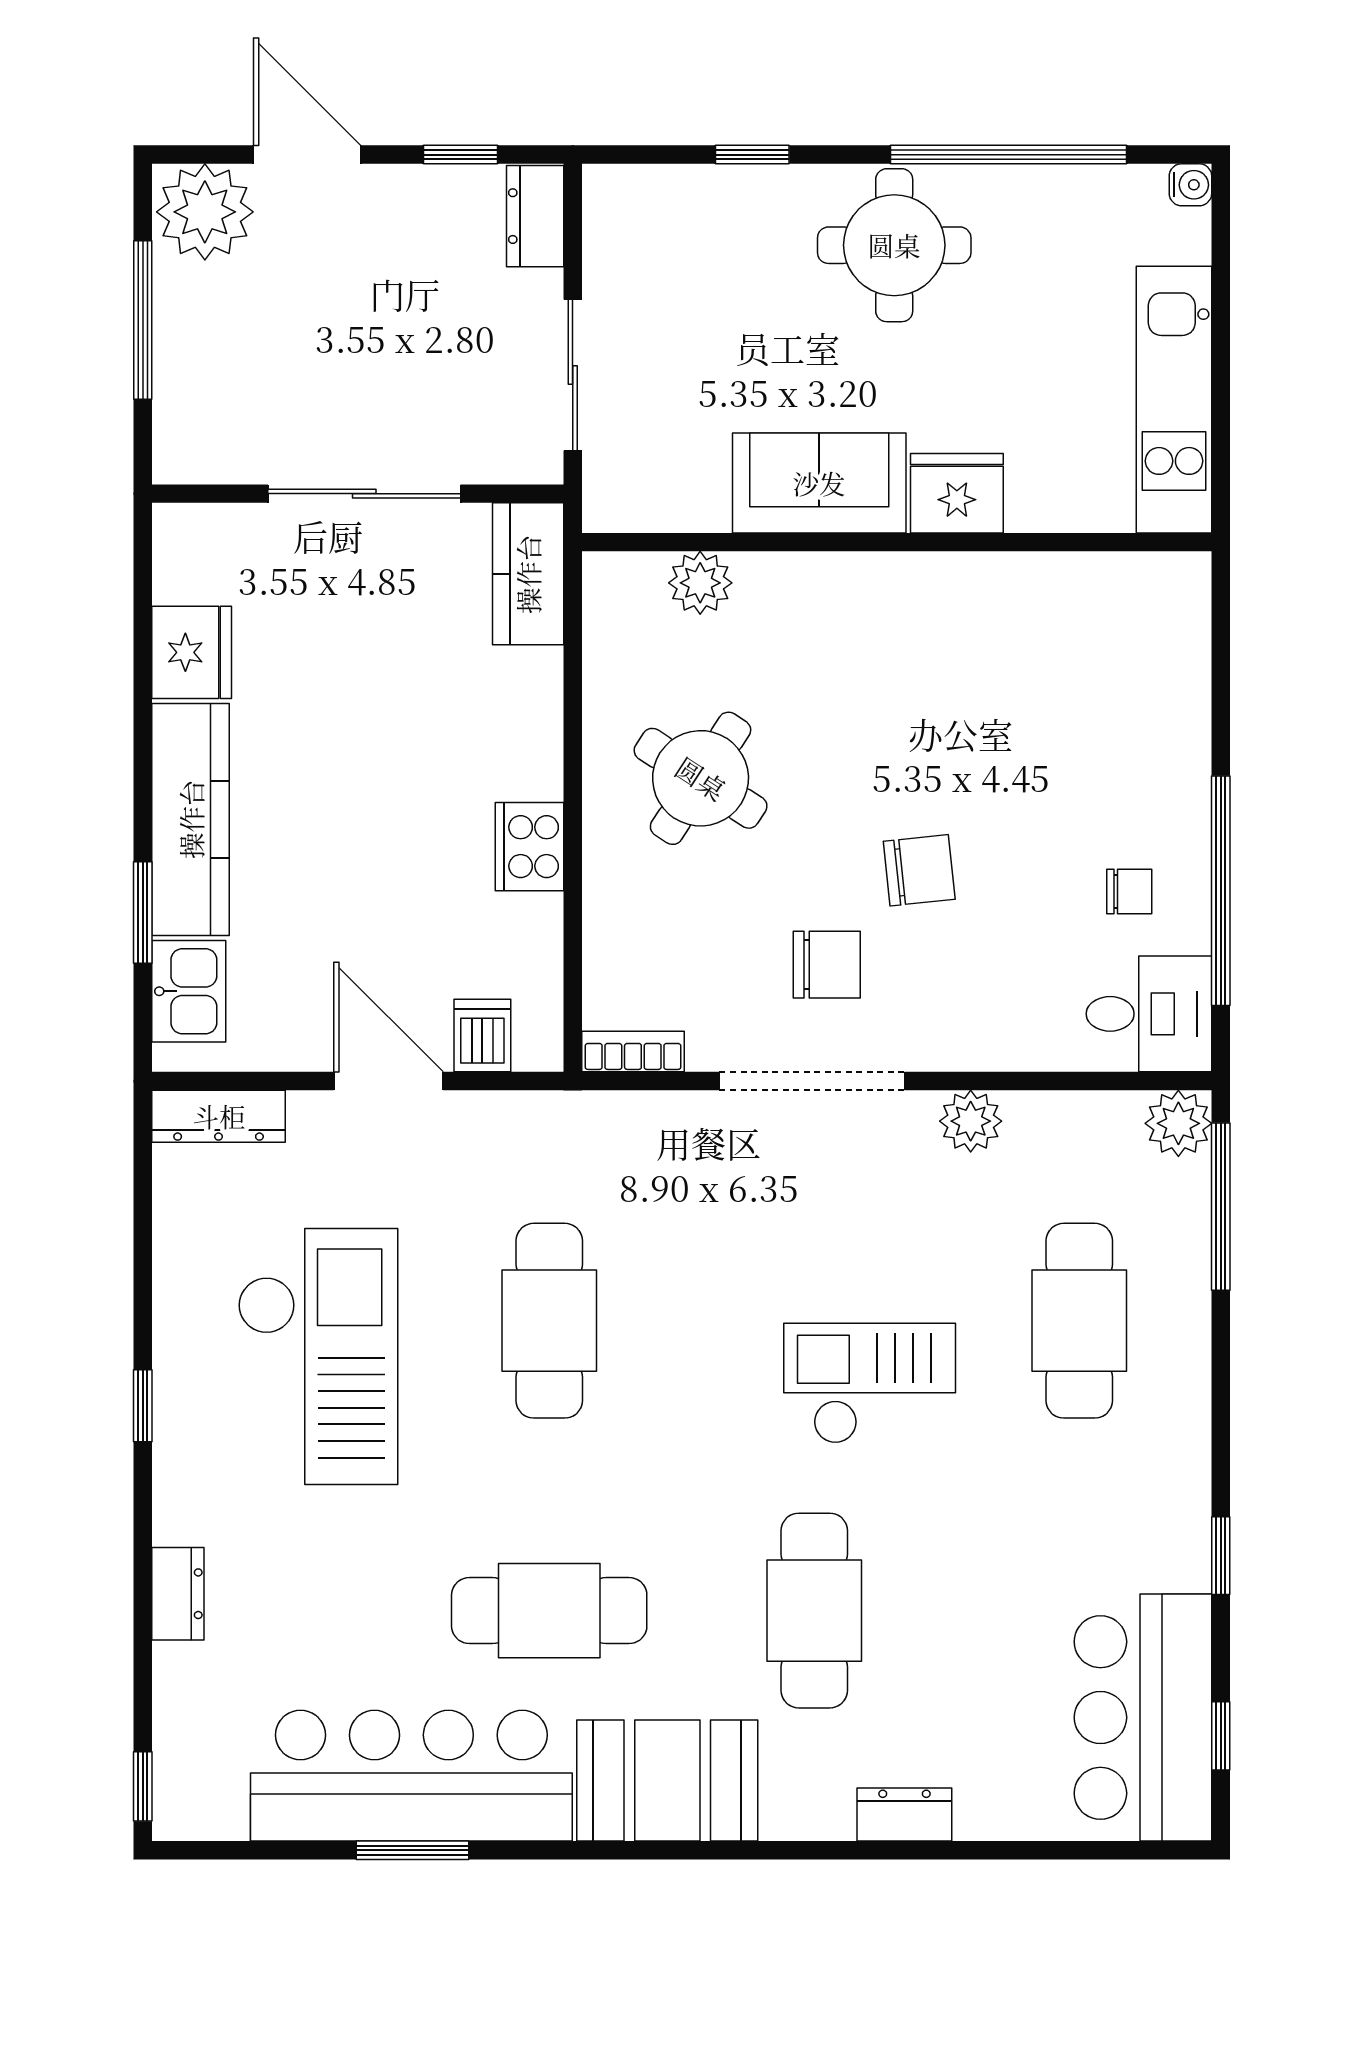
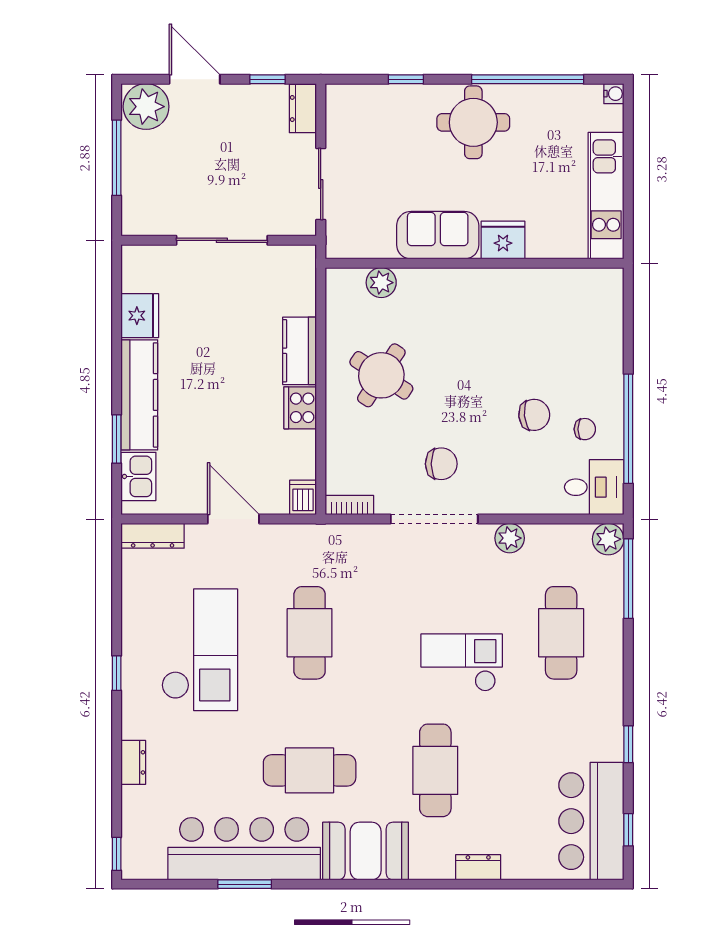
kitchen counter: (528, 574) -> (300, 351), moved
chair: (919, 870) -> (534, 415), moved
dishwasher: (482, 1036) -> (303, 497), moved

